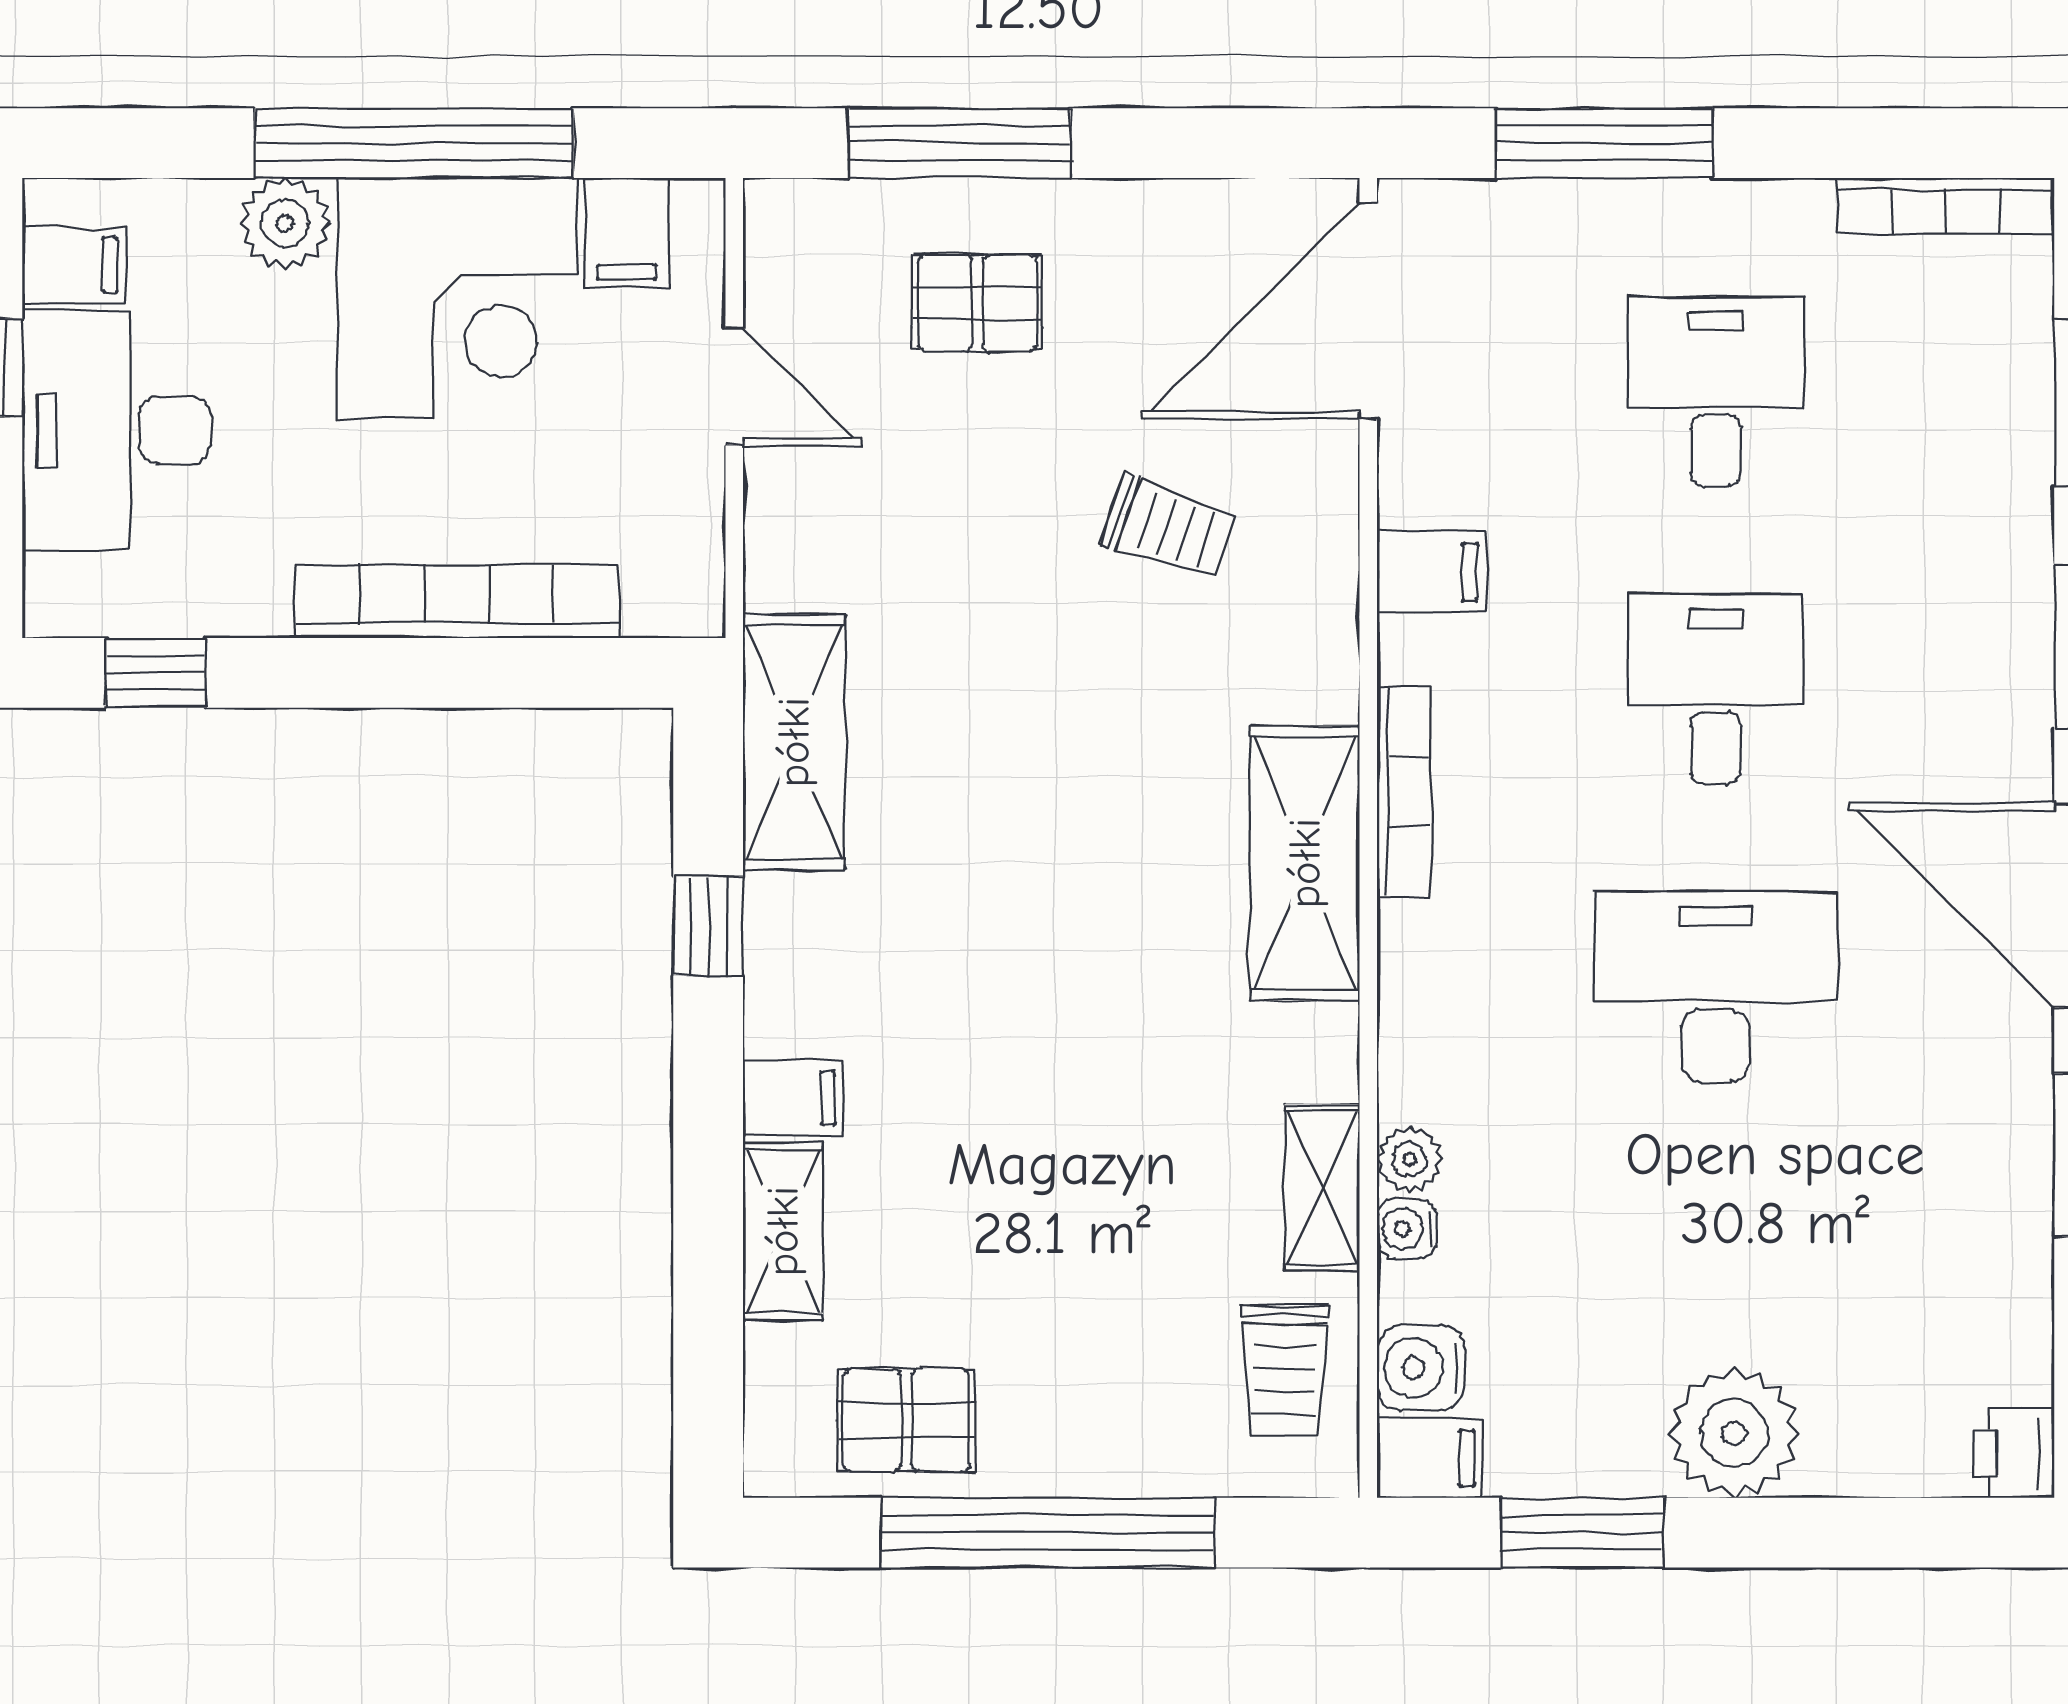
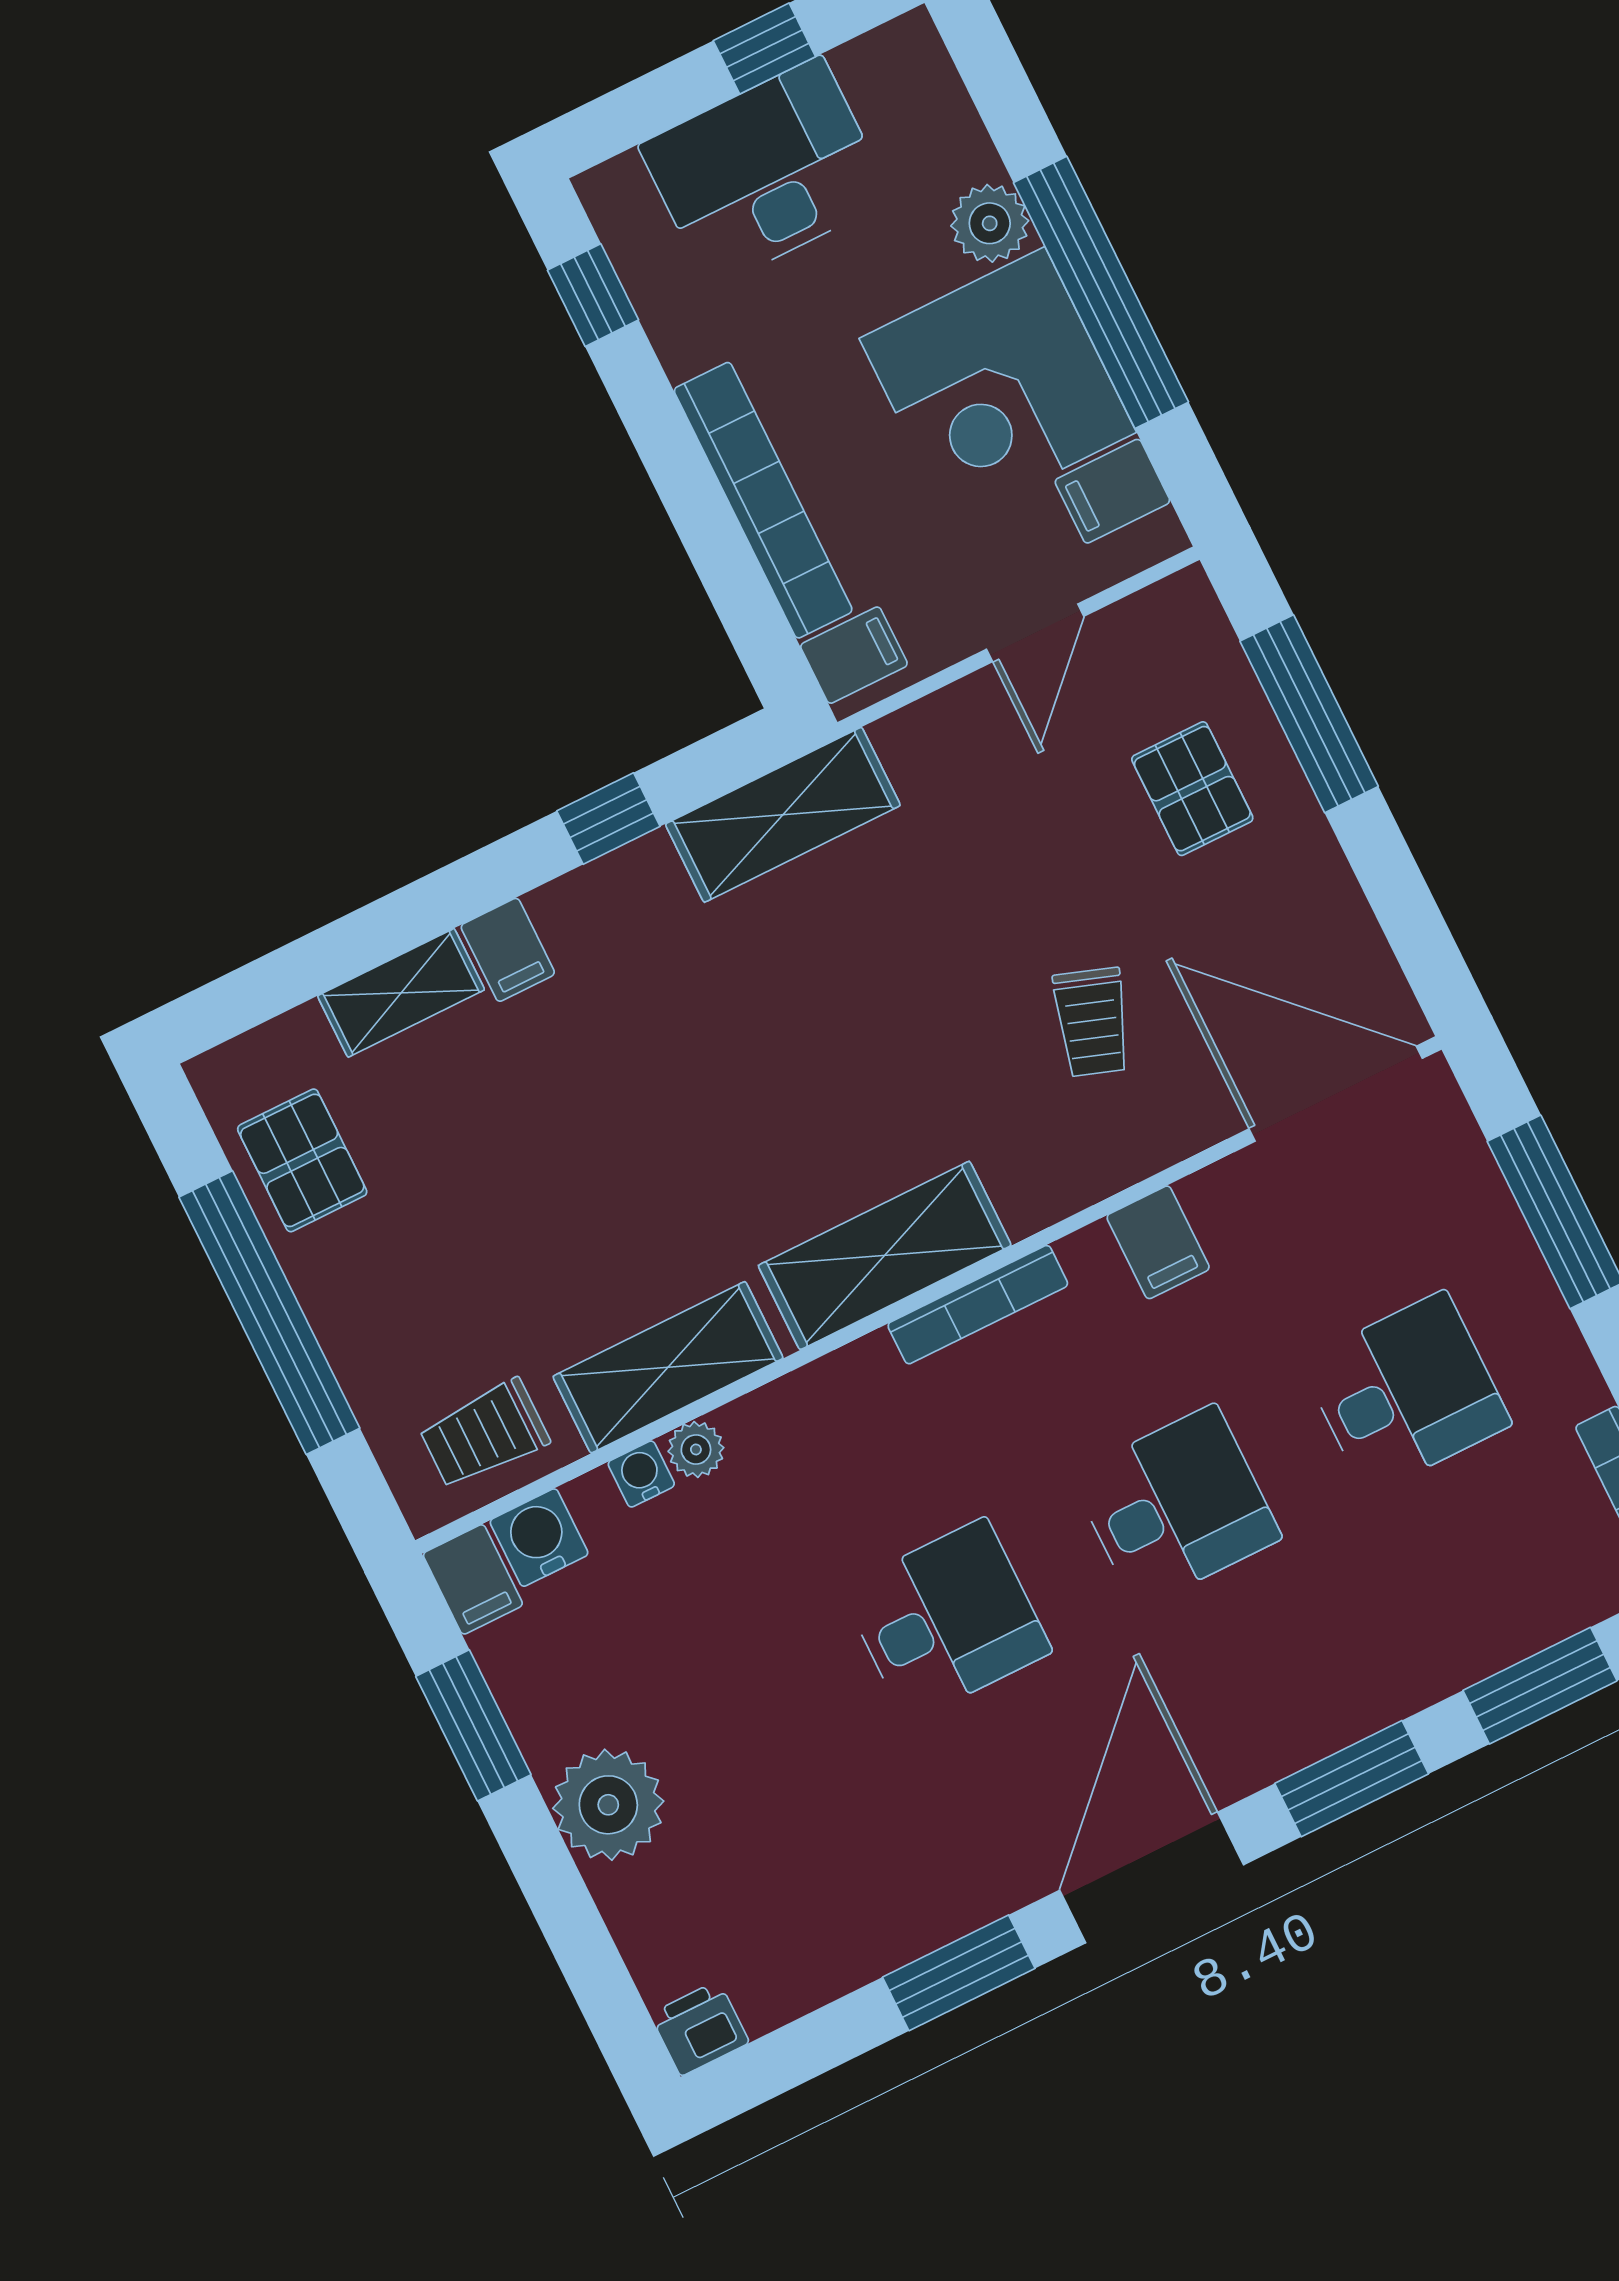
filing cabinet: (74, 265) -> (854, 655), moved, turned -90
desk: (1716, 987) -> (946, 1620), width x0.73
shelving: (1322, 1188) -> (668, 1367), width x1.50, depth x1.33

